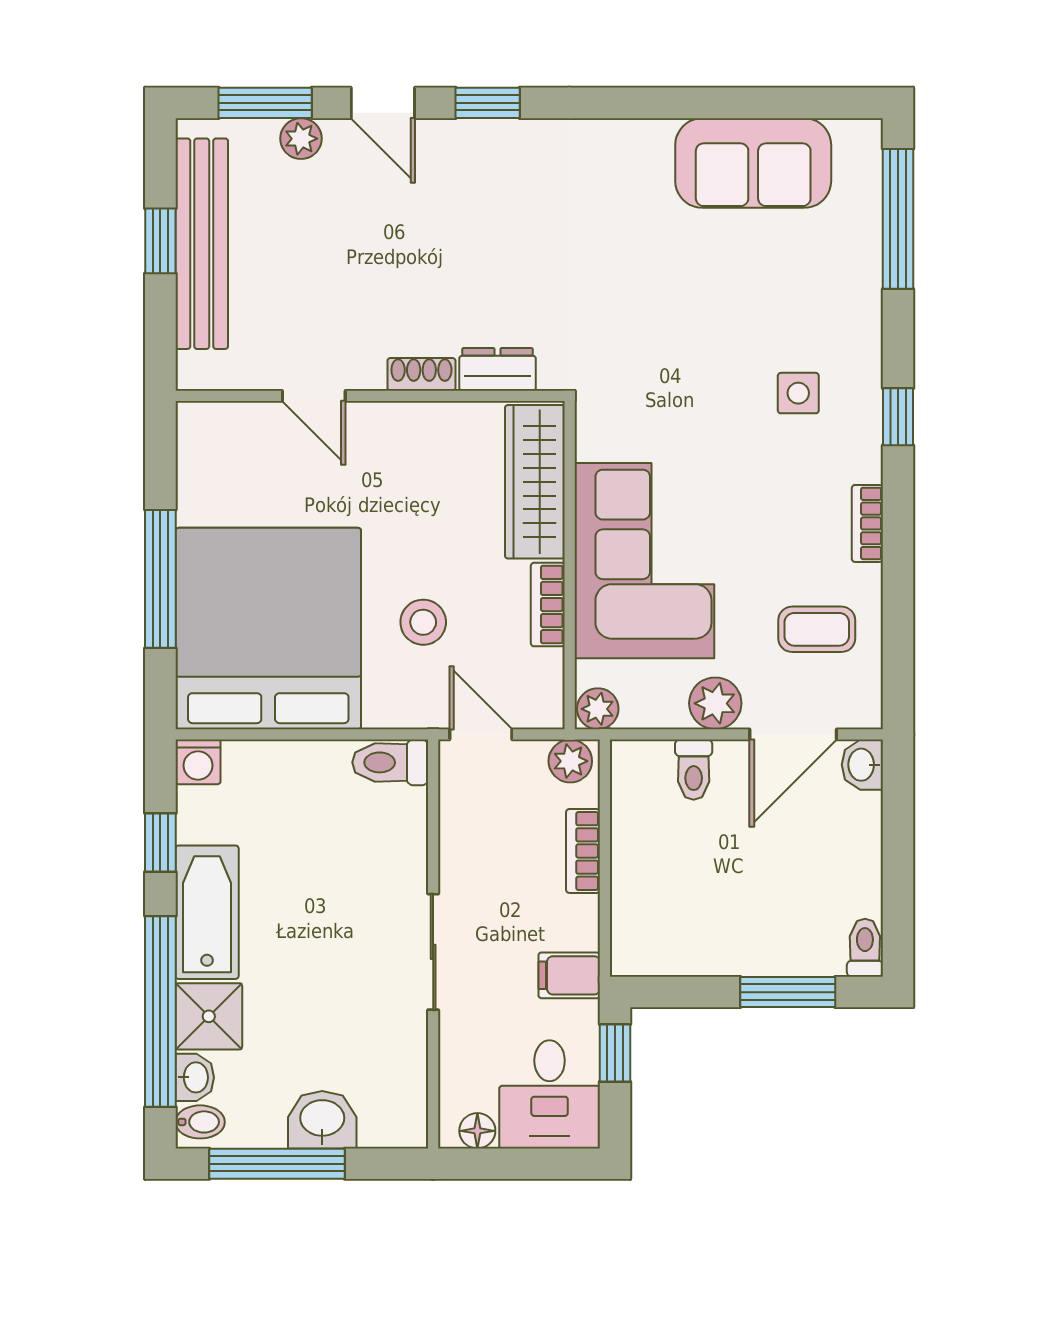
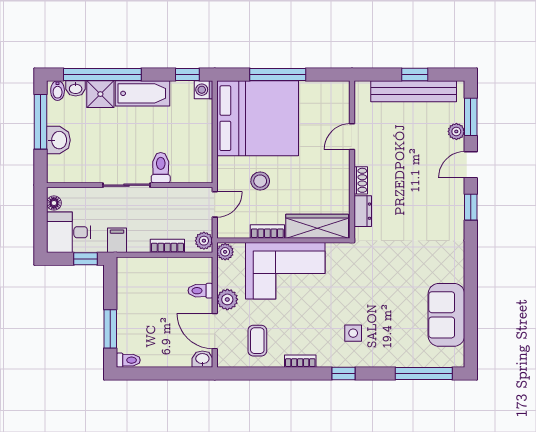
toilet: (390, 762) -> (161, 168), moved
window: (160, 843) -> (187, 74), moved

